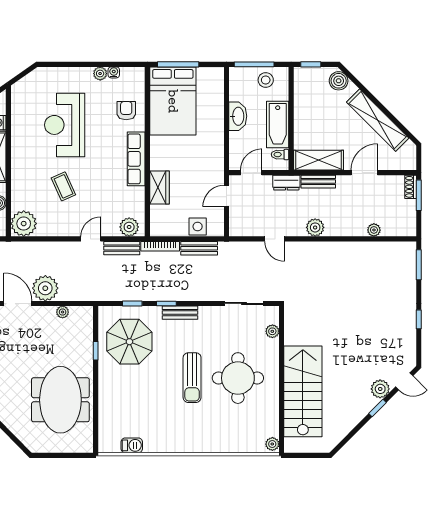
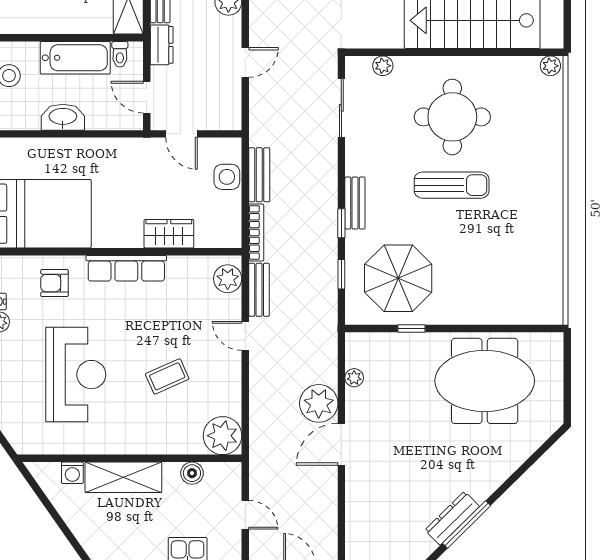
reception desk: (65, 125) -> (76, 375), turned -90
barbecue: (132, 445) -> (552, 275), removed

